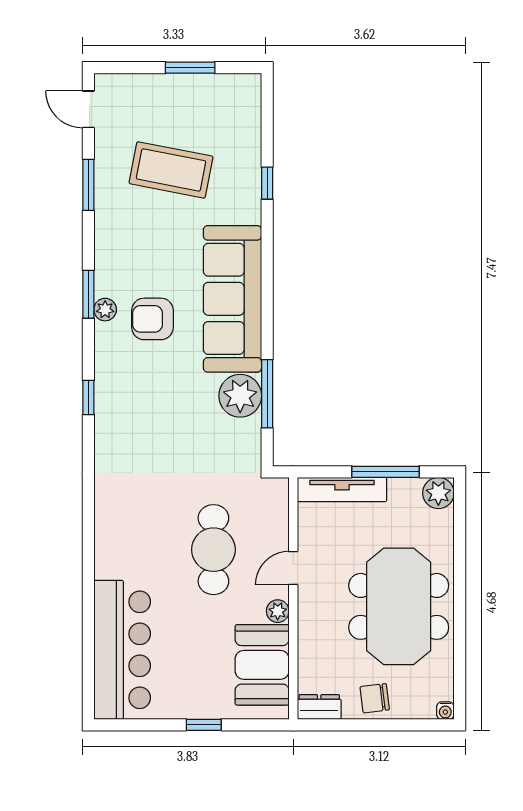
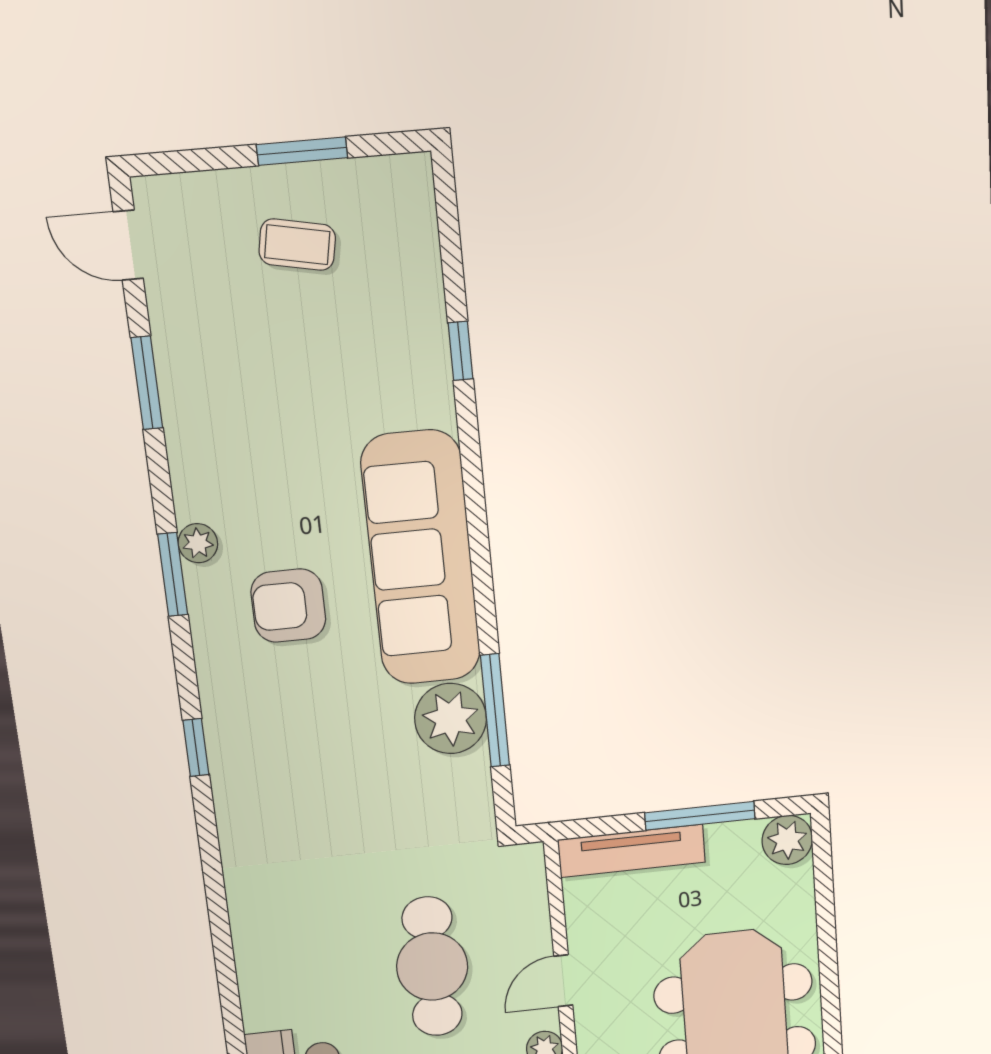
coffee table: (171, 170) -> (297, 245), moved, width x0.54, depth x0.58
plant: (105, 310) -> (198, 543), moved

